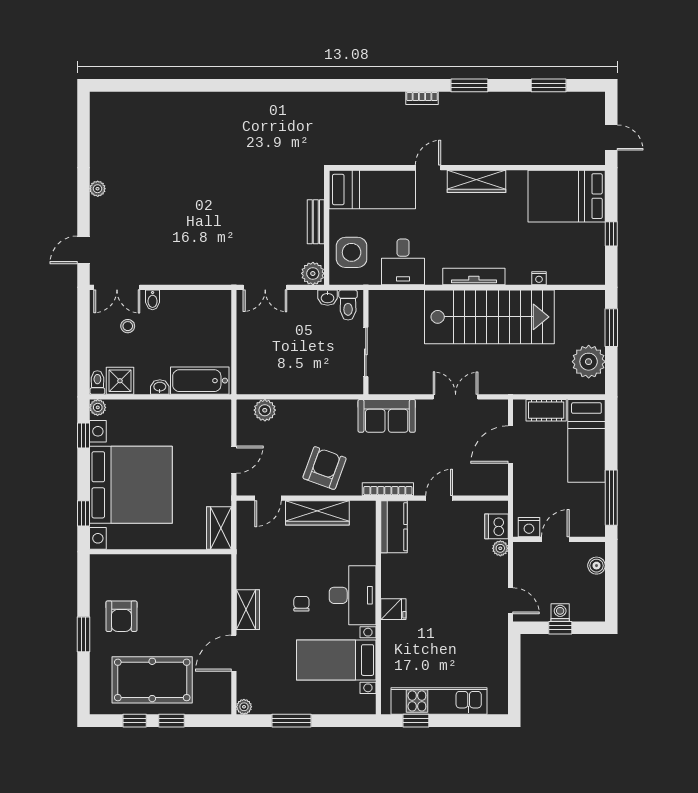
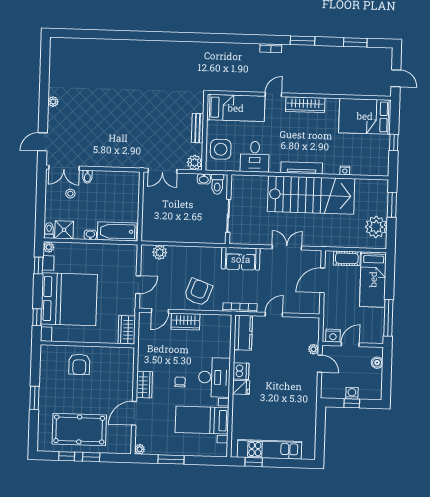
wardrobe: (317, 513) -> (186, 322), width x0.67
dishwasher: (496, 526) -> (241, 371), moved, turned 180
door: (511, 601) -> (320, 364), moved
armchair: (121, 616) -> (79, 364), moved

